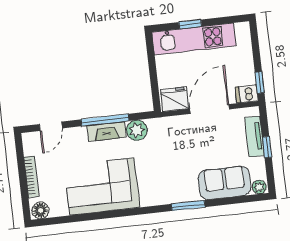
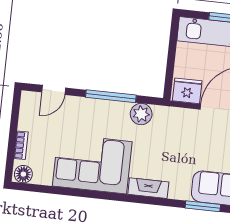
fireplace: (106, 131) -> (148, 188), moved, turned 180
bookcase: (31, 177) -> (21, 145), width x0.64
window: (188, 205) -> (203, 206), moved

